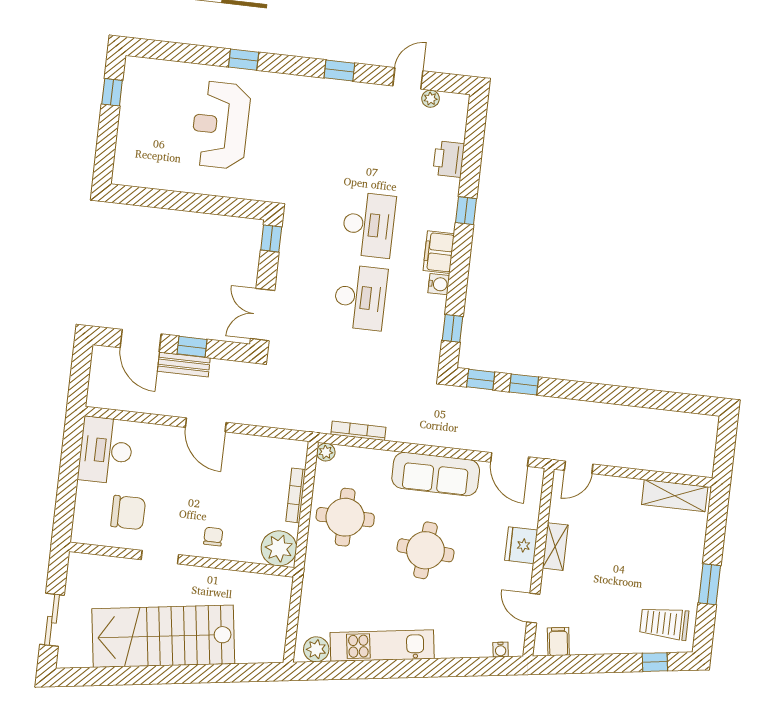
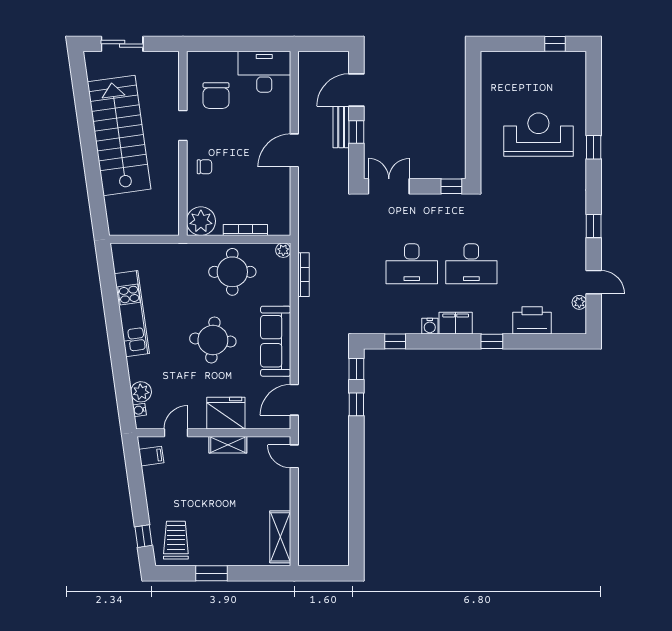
printer: (449, 159) -> (532, 320), width x1.37, depth x1.19
fridge: (521, 545) -> (226, 413), width x1.36, depth x1.34
plant: (316, 649) -> (141, 392), moved

